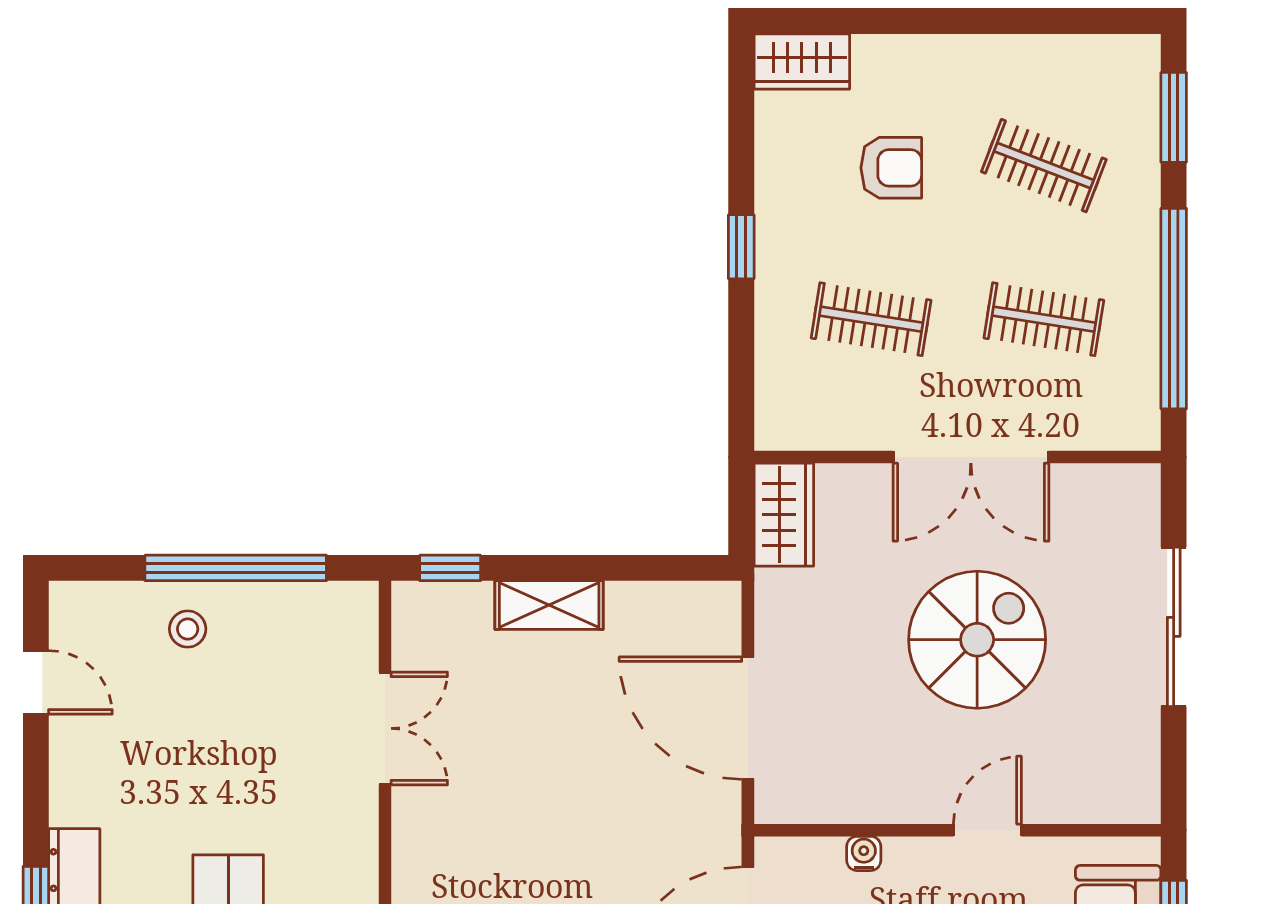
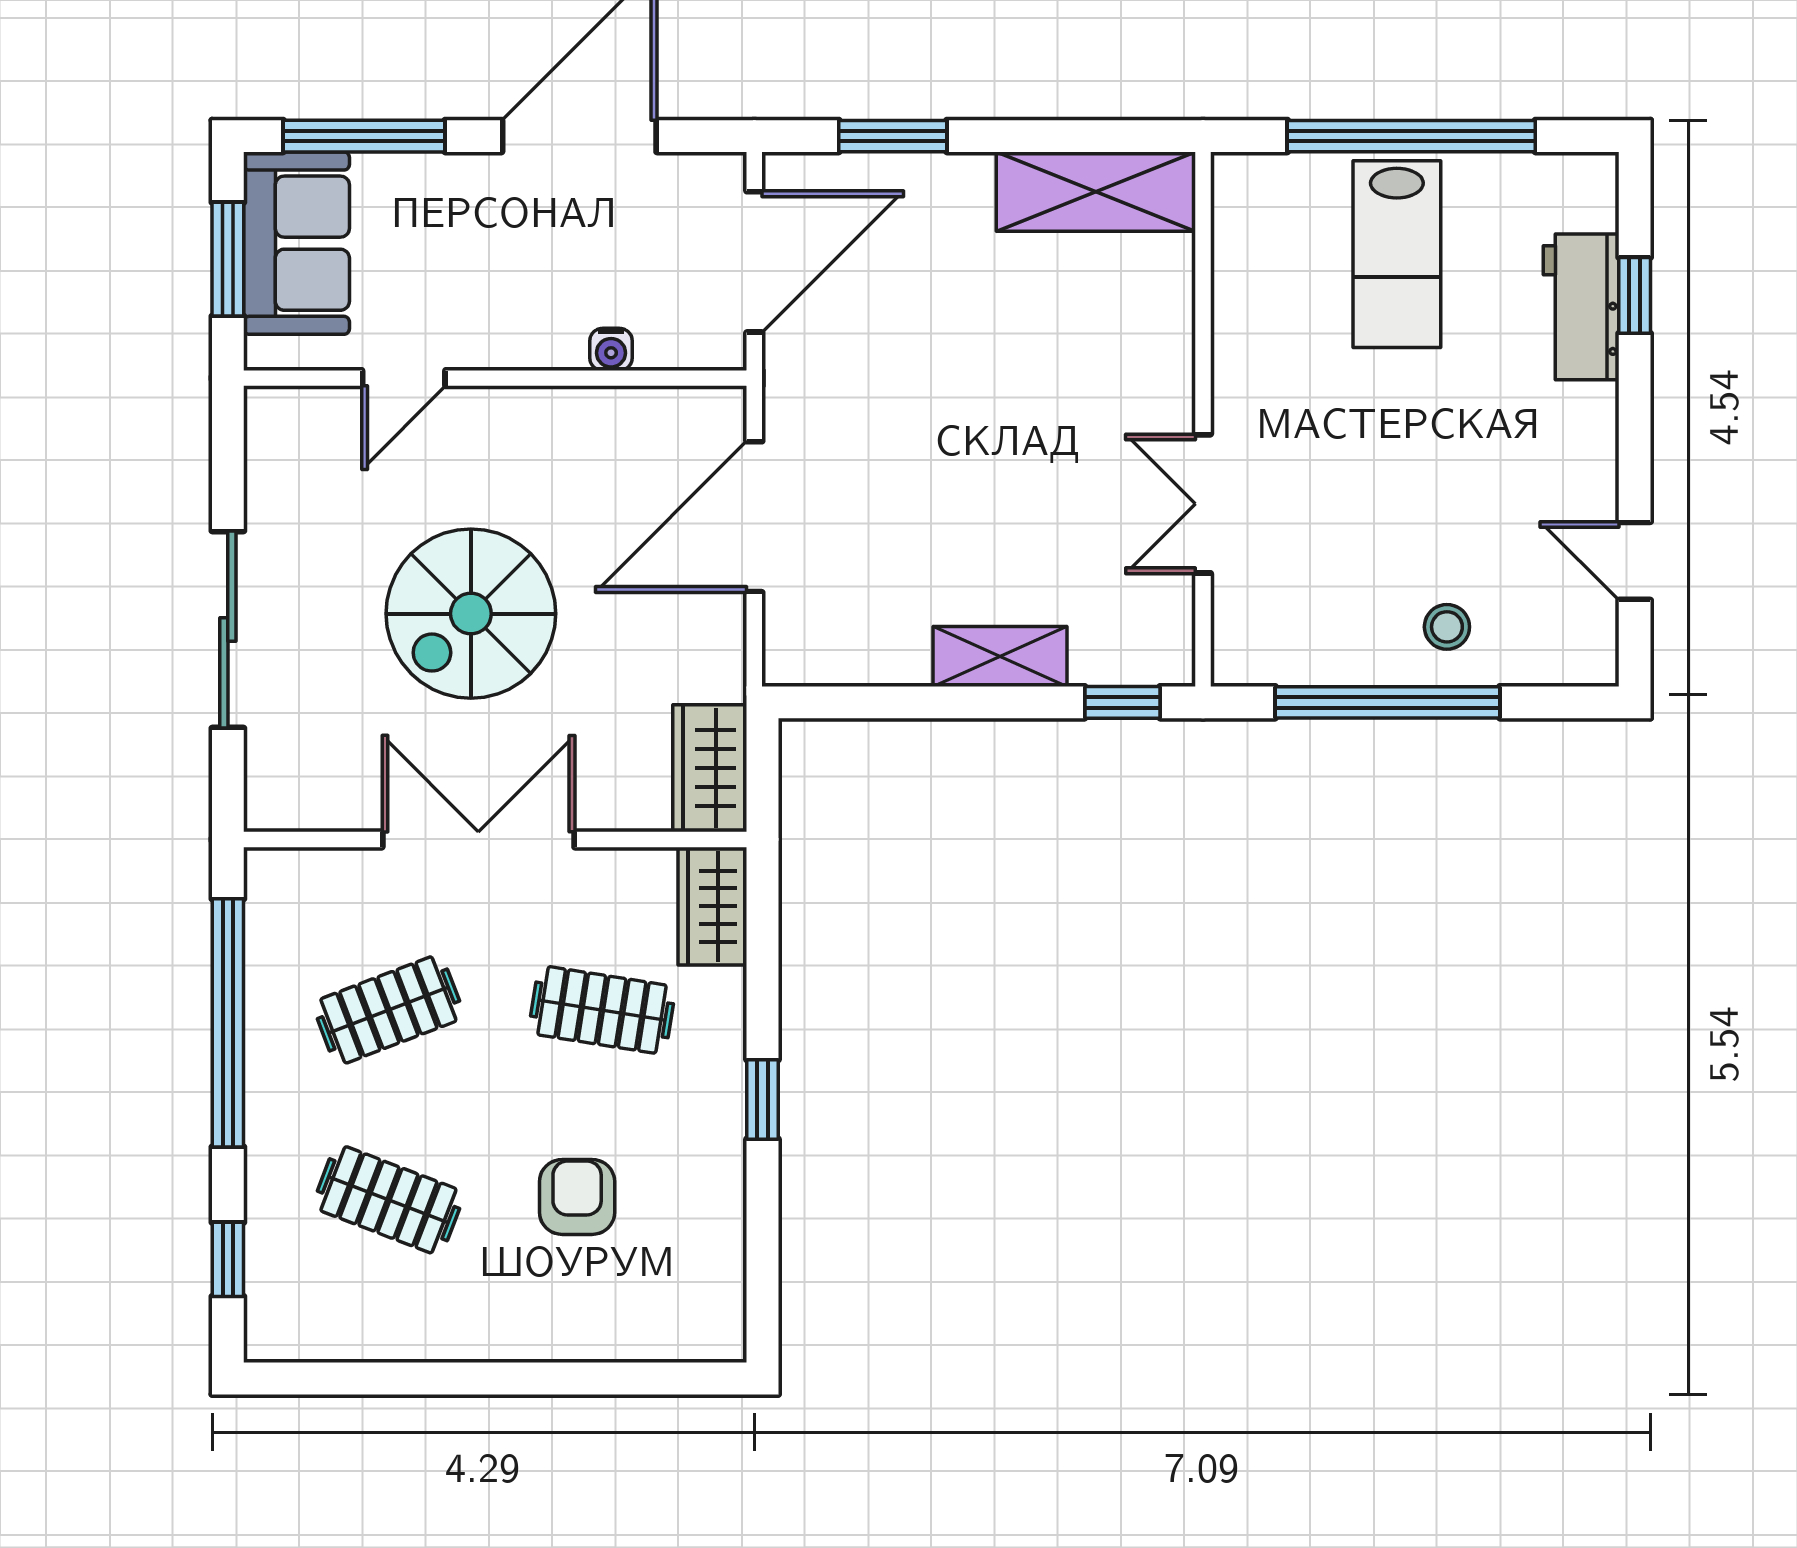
wardrobe: (802, 62) -> (712, 906), moved, turned -90
window: (1174, 117) -> (228, 1259), width x0.67
armchair: (891, 168) -> (577, 1197), turned 90
clothes rail: (1044, 319) -> (388, 1010), turned -30
door: (748, 718) -> (754, 517), swing flipped
door: (987, 830) -> (404, 378), moved

